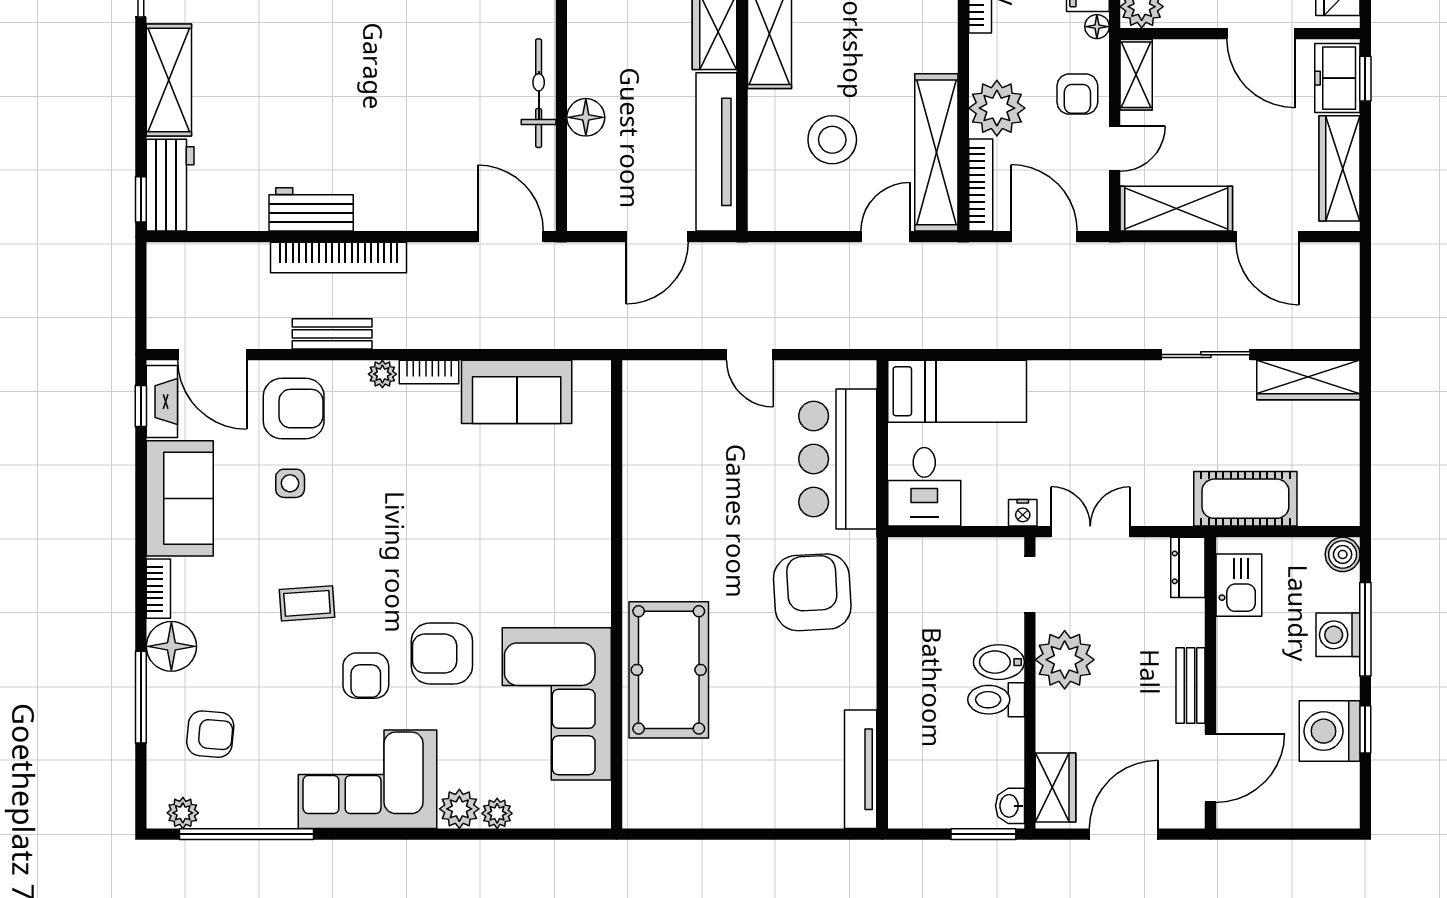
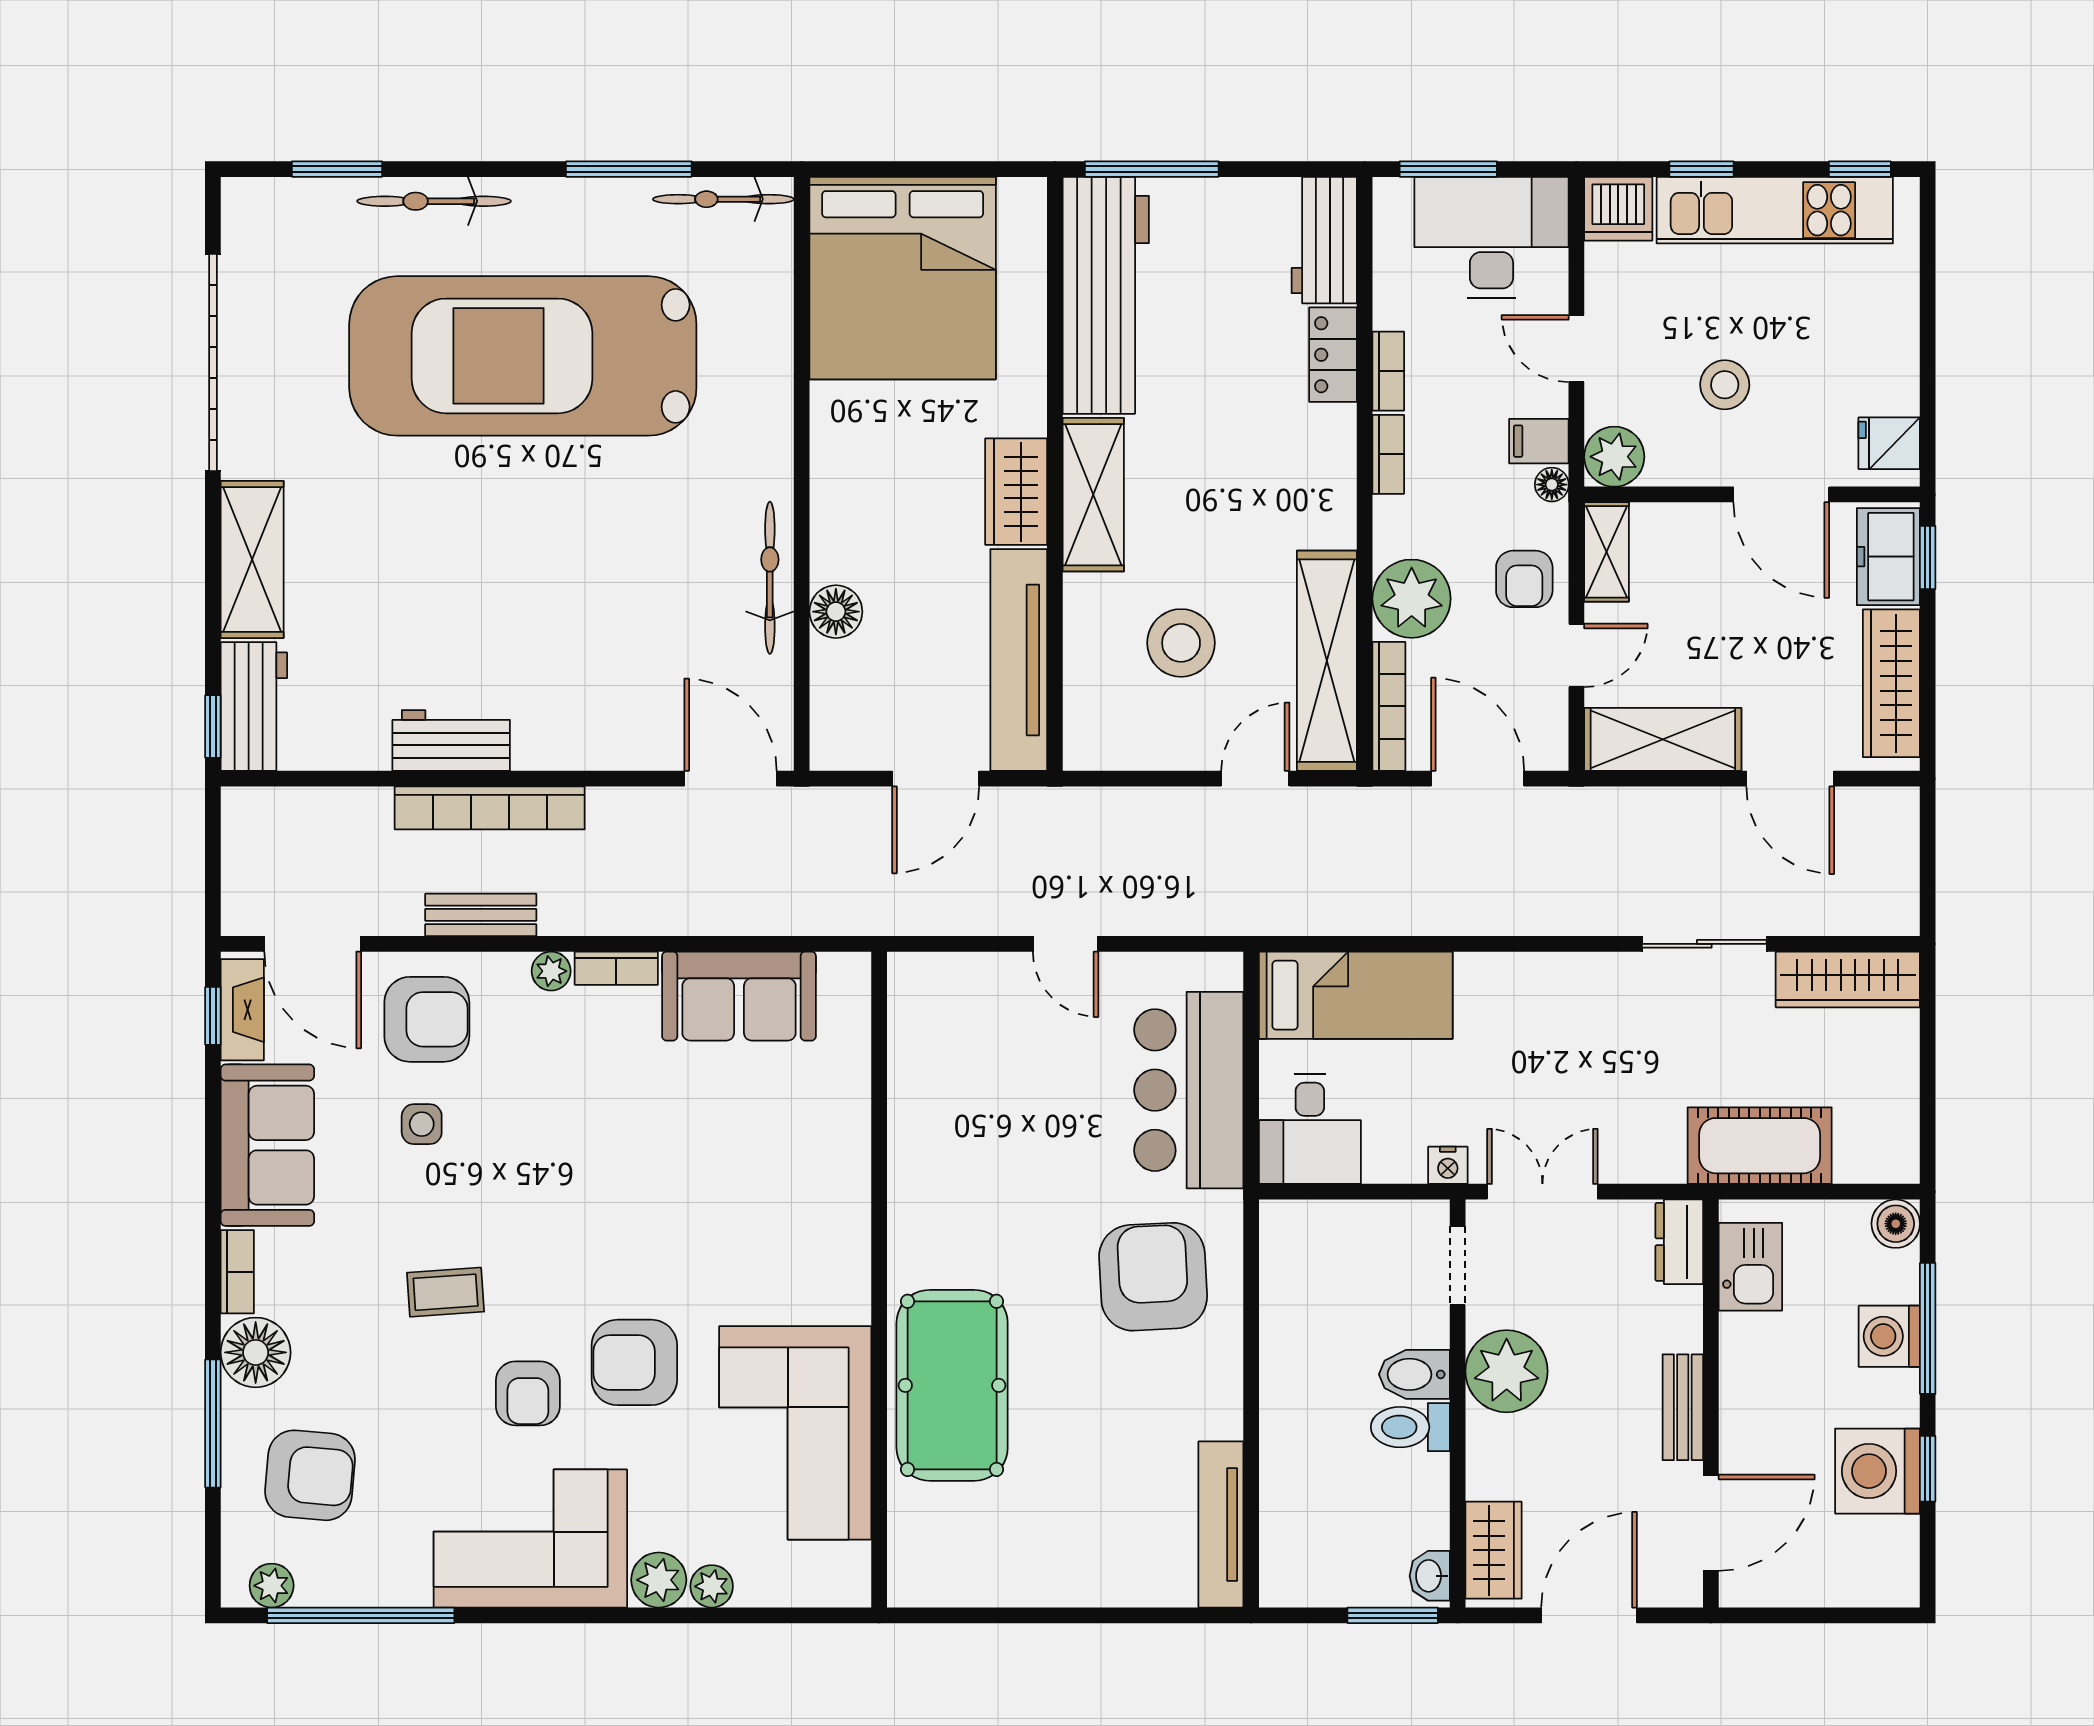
armchair: (210, 734) -> (310, 1475), width x1.38, depth x1.38

